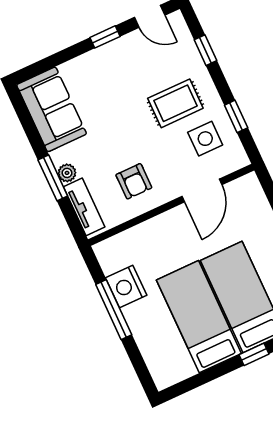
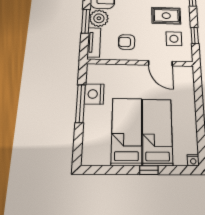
plant: (67, 173) -> (99, 18), width x1.88, depth x1.88
armchair: (134, 181) -> (127, 42), turned 90
door: (202, 191) -> (160, 63), hinge flipped

